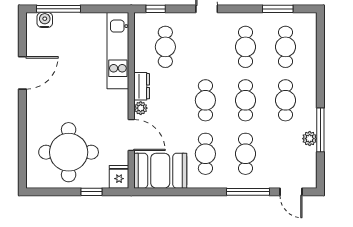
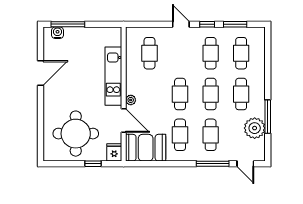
window: (156, 9) -> (207, 24), moved
kitchen unit: (118, 51) -> (113, 76), moved
dresser: (142, 86) -> (131, 83), removed
plant: (310, 139) -> (255, 128), width x1.87, depth x1.87

